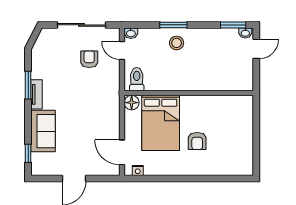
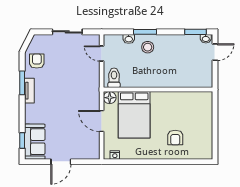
sliding door: (81, 25) -> (67, 32), width x0.73
washbasin: (131, 33) -> (129, 39), moved
armchair: (89, 59) -> (37, 61), moved
sofa: (43, 131) -> (35, 142), moved
armchair: (197, 141) -> (175, 138), moved
door: (122, 152) -> (102, 121), moved

